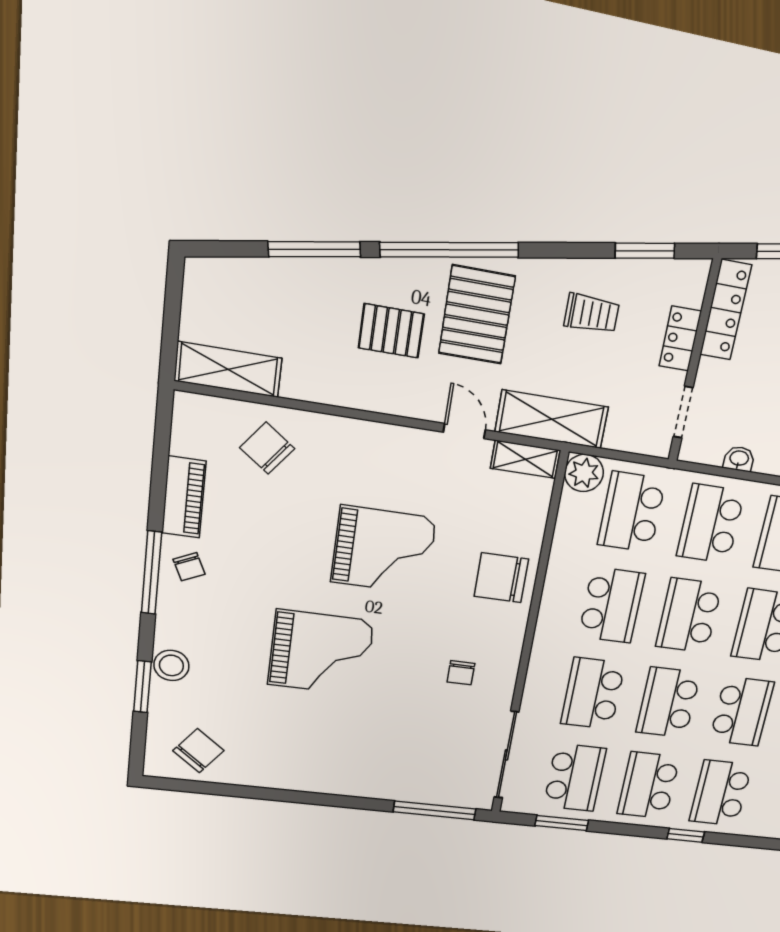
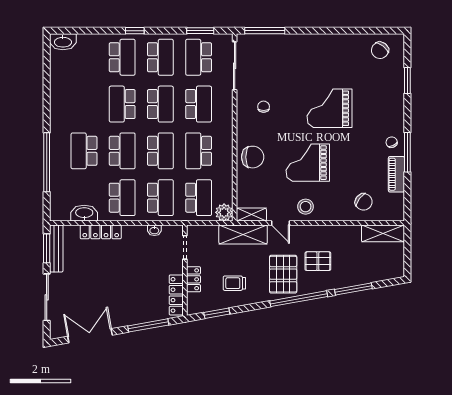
window: (151, 573) -> (407, 152), moved
stool: (171, 665) -> (306, 207), moved

